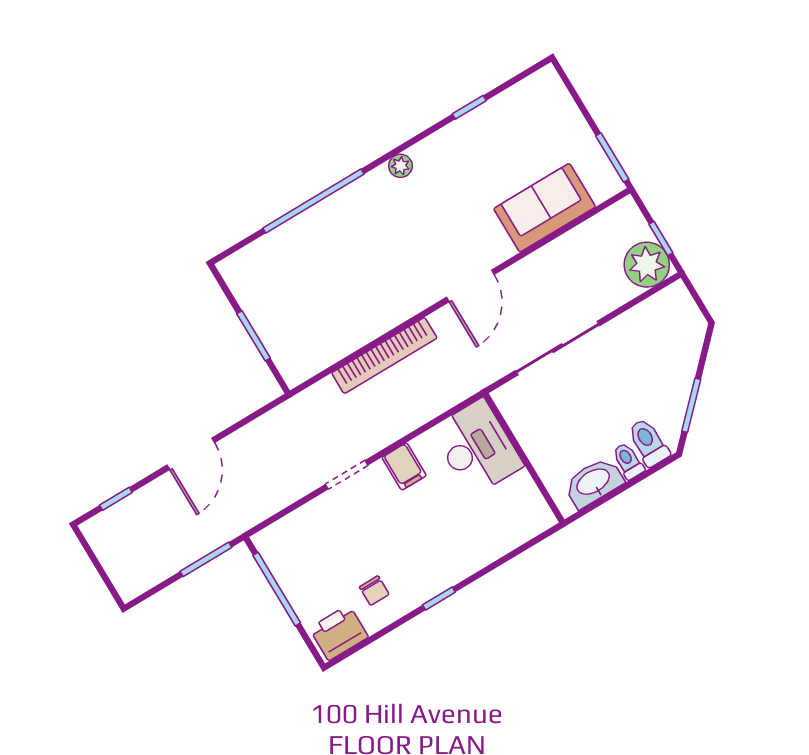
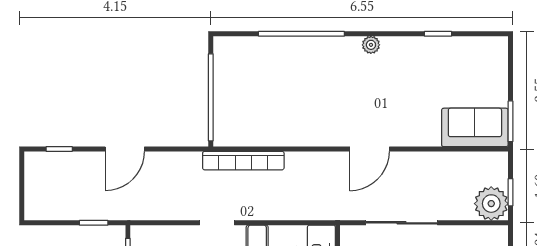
sofa: (545, 208) -> (475, 127), moved
window: (254, 336) -> (211, 97), width x2.11
bookcase: (384, 355) -> (243, 161), moved
window: (206, 559) -> (94, 223), width x0.67

